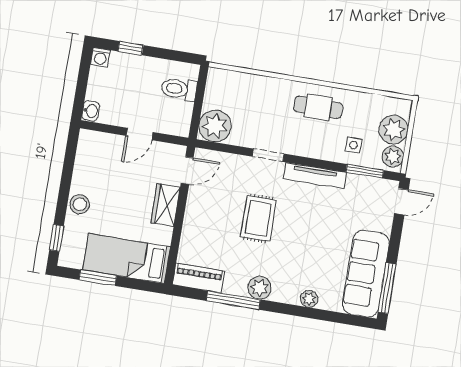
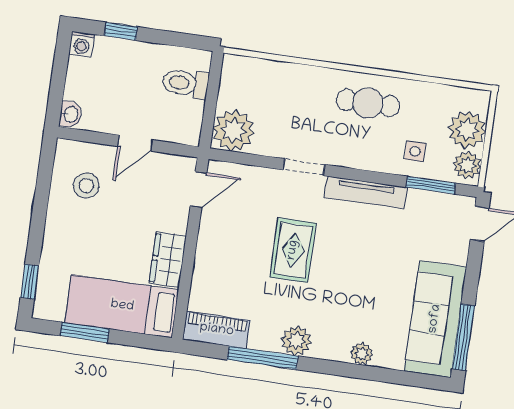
stool: (80, 204) -> (86, 186), moved
wardrobe: (166, 205) -> (168, 260), moved

